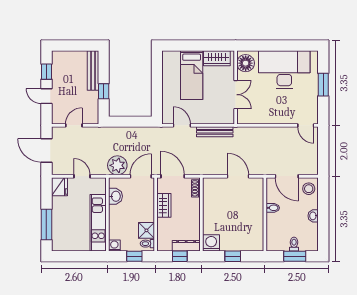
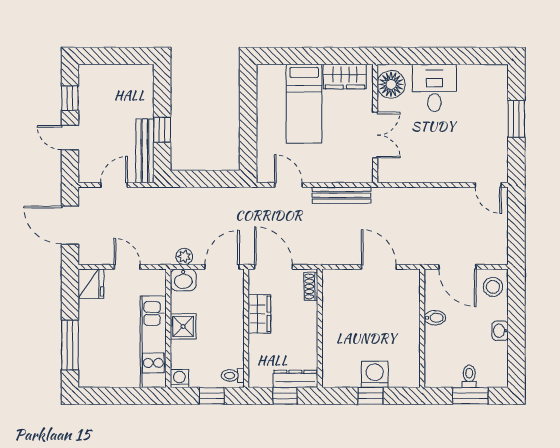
bench: (93, 70) -> (145, 151), moved
desk: (284, 70) -> (434, 88), width x0.53, depth x0.77
plant: (117, 165) -> (184, 257), width x0.53, depth x0.53
washbasin: (115, 196) -> (183, 280), moved, turned 90
shower: (146, 230) -> (183, 326), moved
washing machine: (211, 243) -> (375, 374), moved

